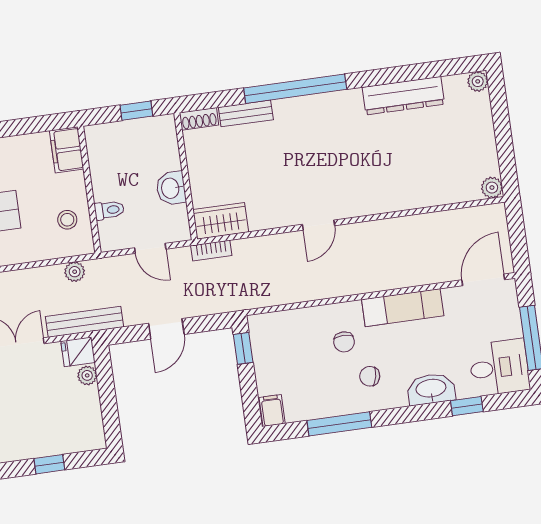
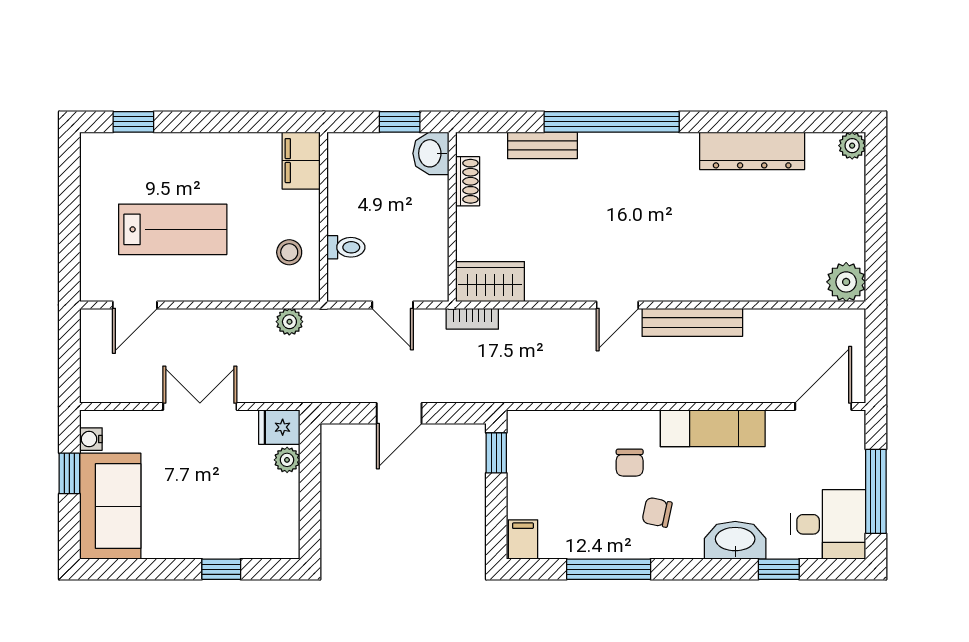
shoe rack: (199, 119) -> (468, 181), moved, turned -90
washbasin: (171, 188) -> (431, 153), moved
plant: (492, 188) -> (846, 282), width x1.38, depth x1.38
bench: (85, 322) -> (692, 322), moved

